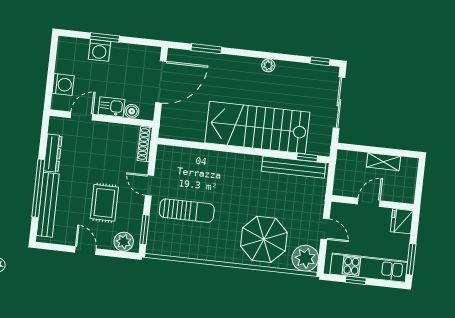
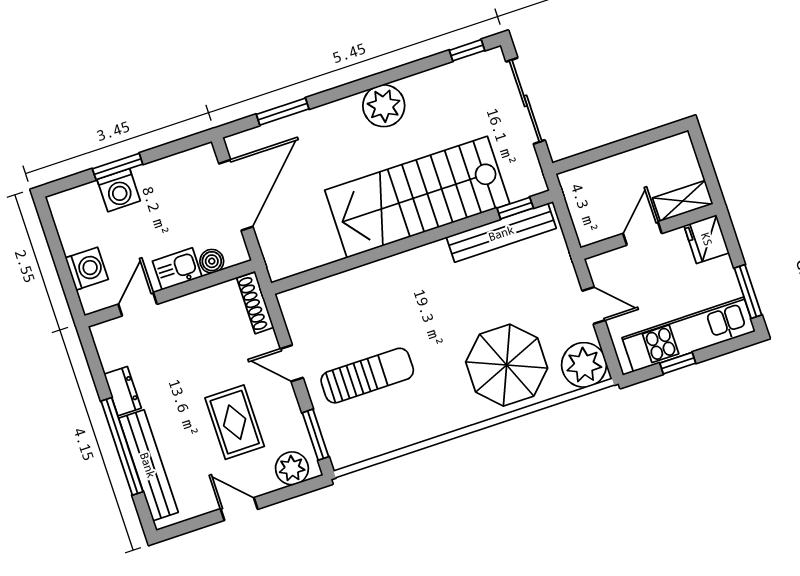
plant: (268, 65) -> (384, 106), width x1.88, depth x1.88
dresser: (53, 153) -> (123, 391), width x0.70
shelving: (384, 162) -> (683, 201), moved

